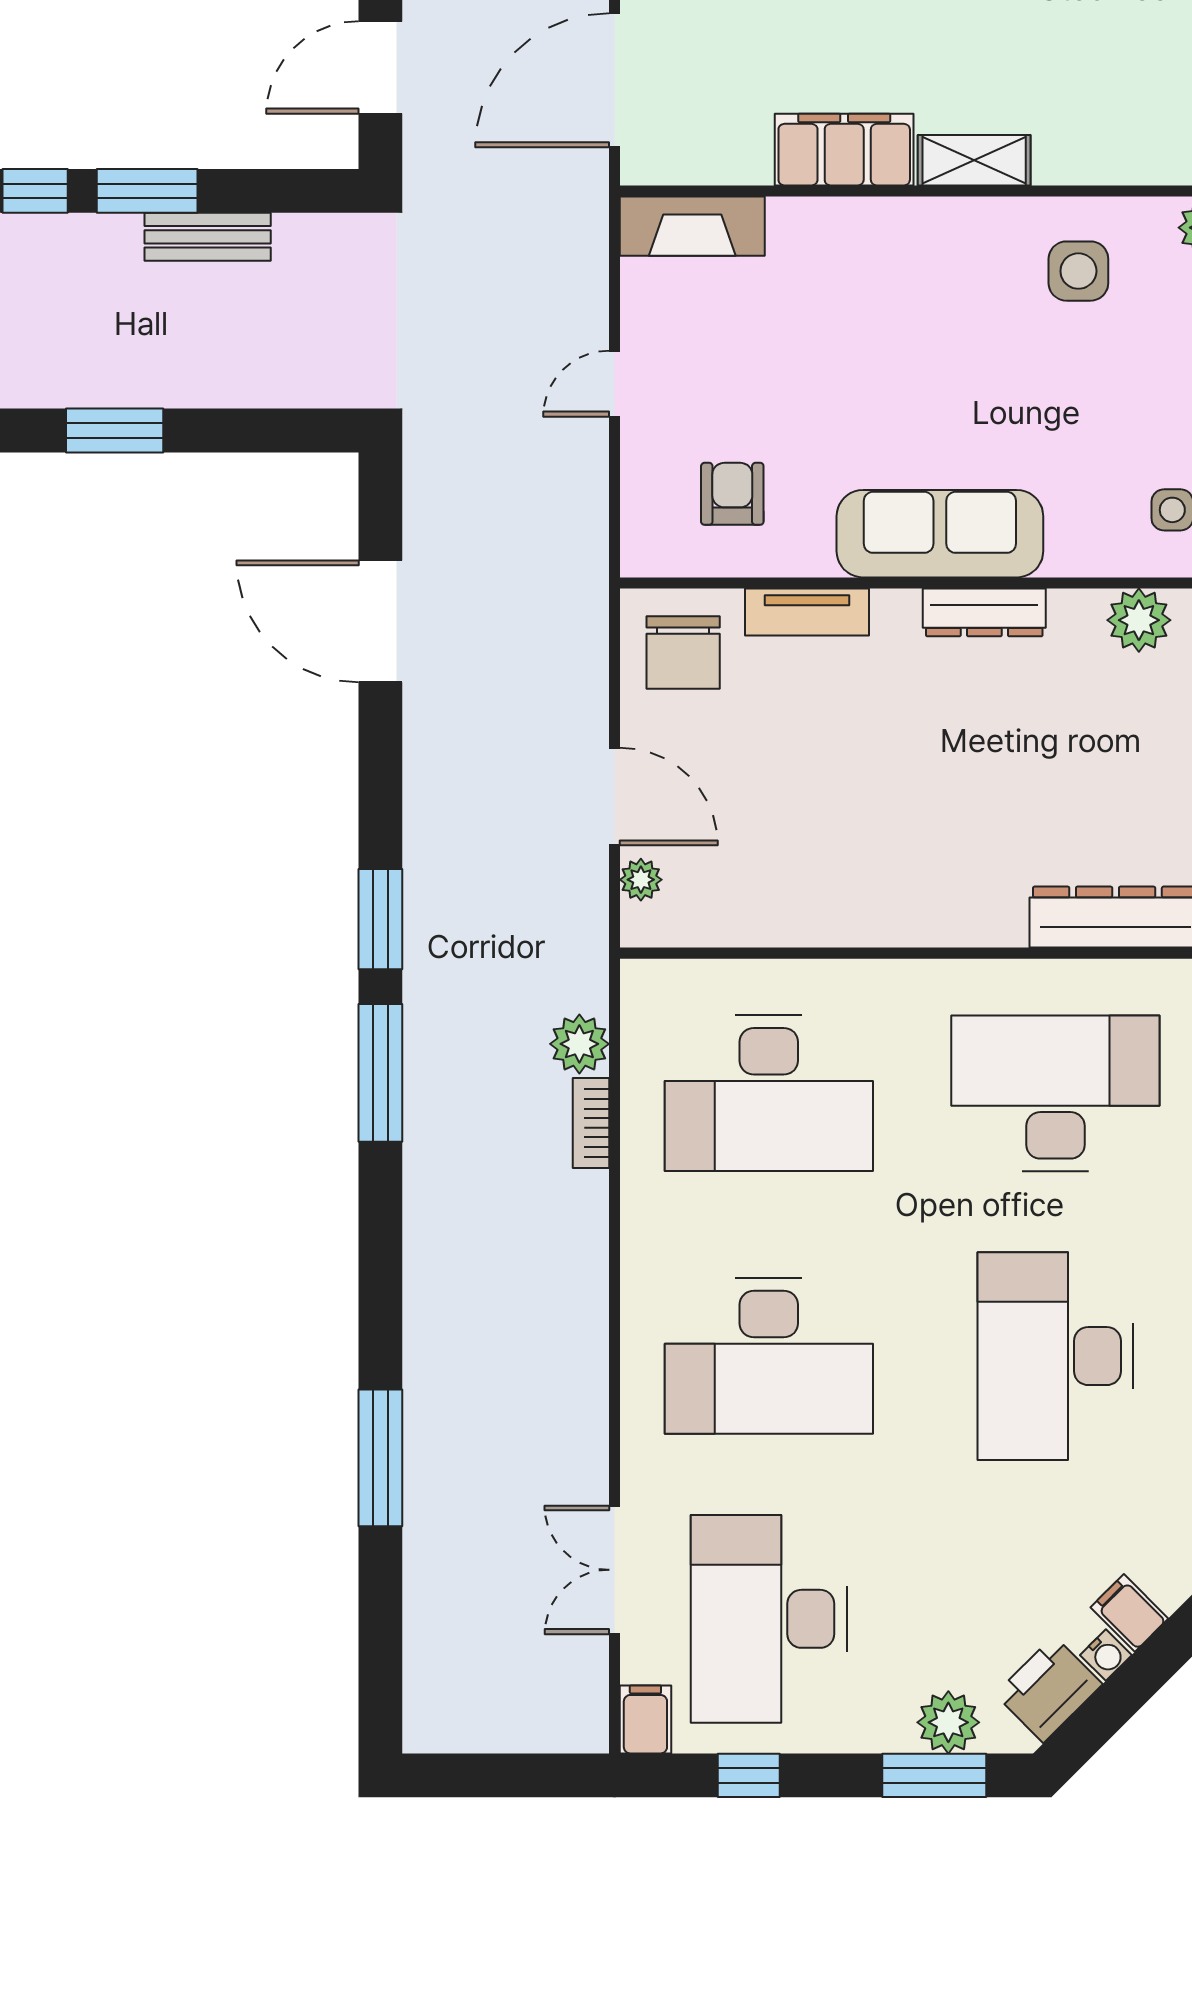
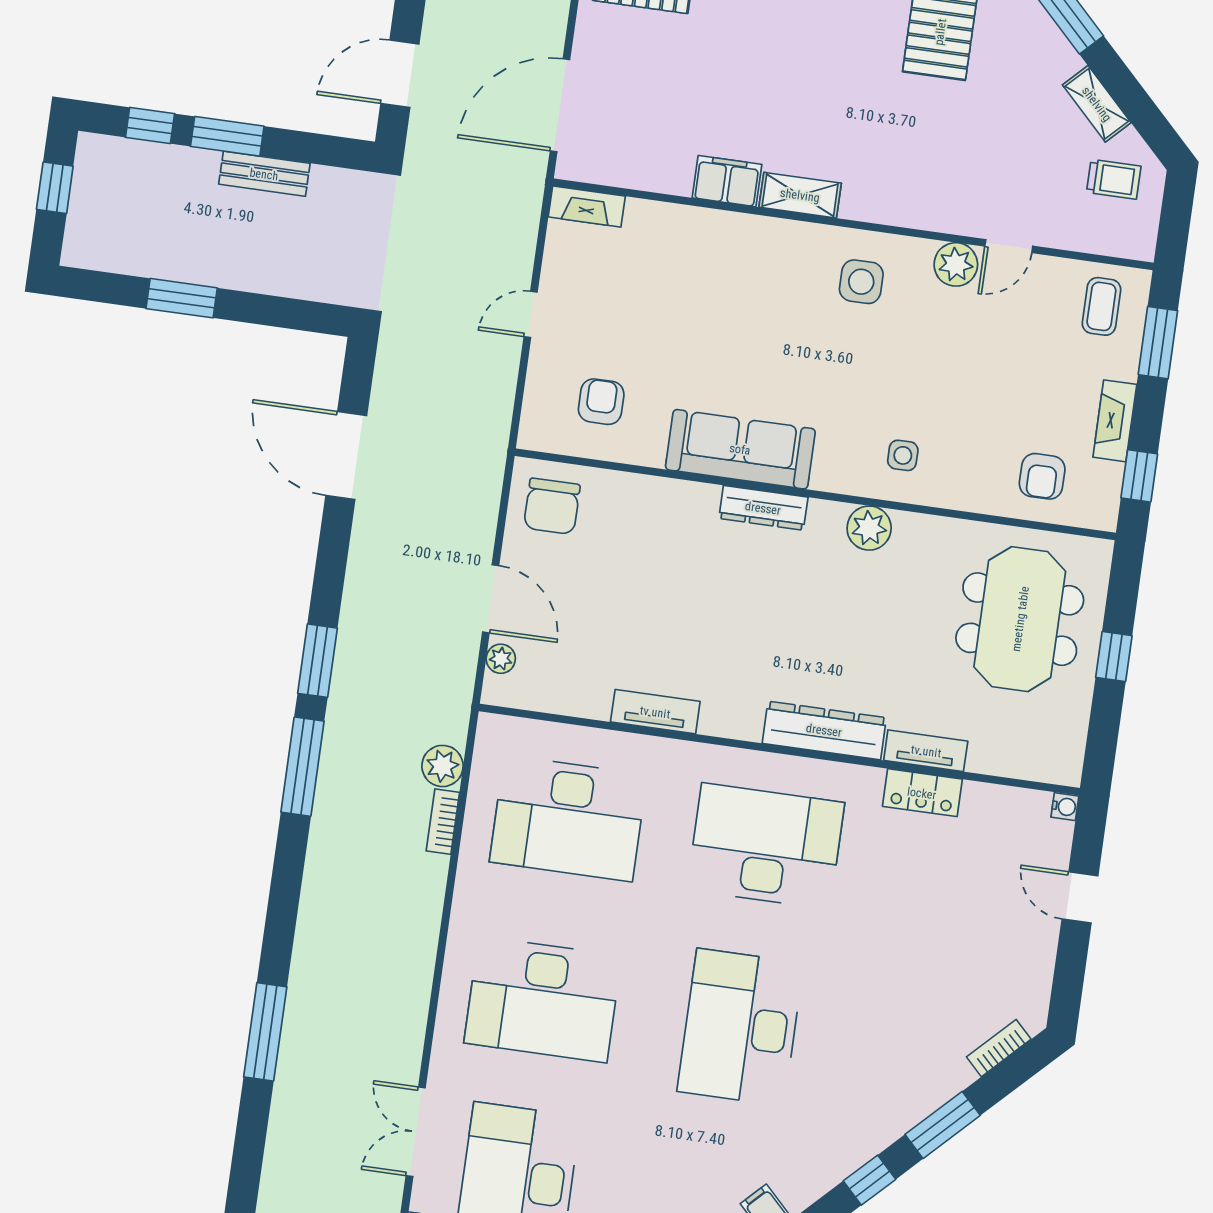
filing cabinet: (844, 150) -> (727, 181), width x0.67, depth x0.86
fireplace: (692, 226) -> (587, 207), width x0.73, depth x0.76
tv unit: (807, 612) -> (655, 712), moved, turned 180

